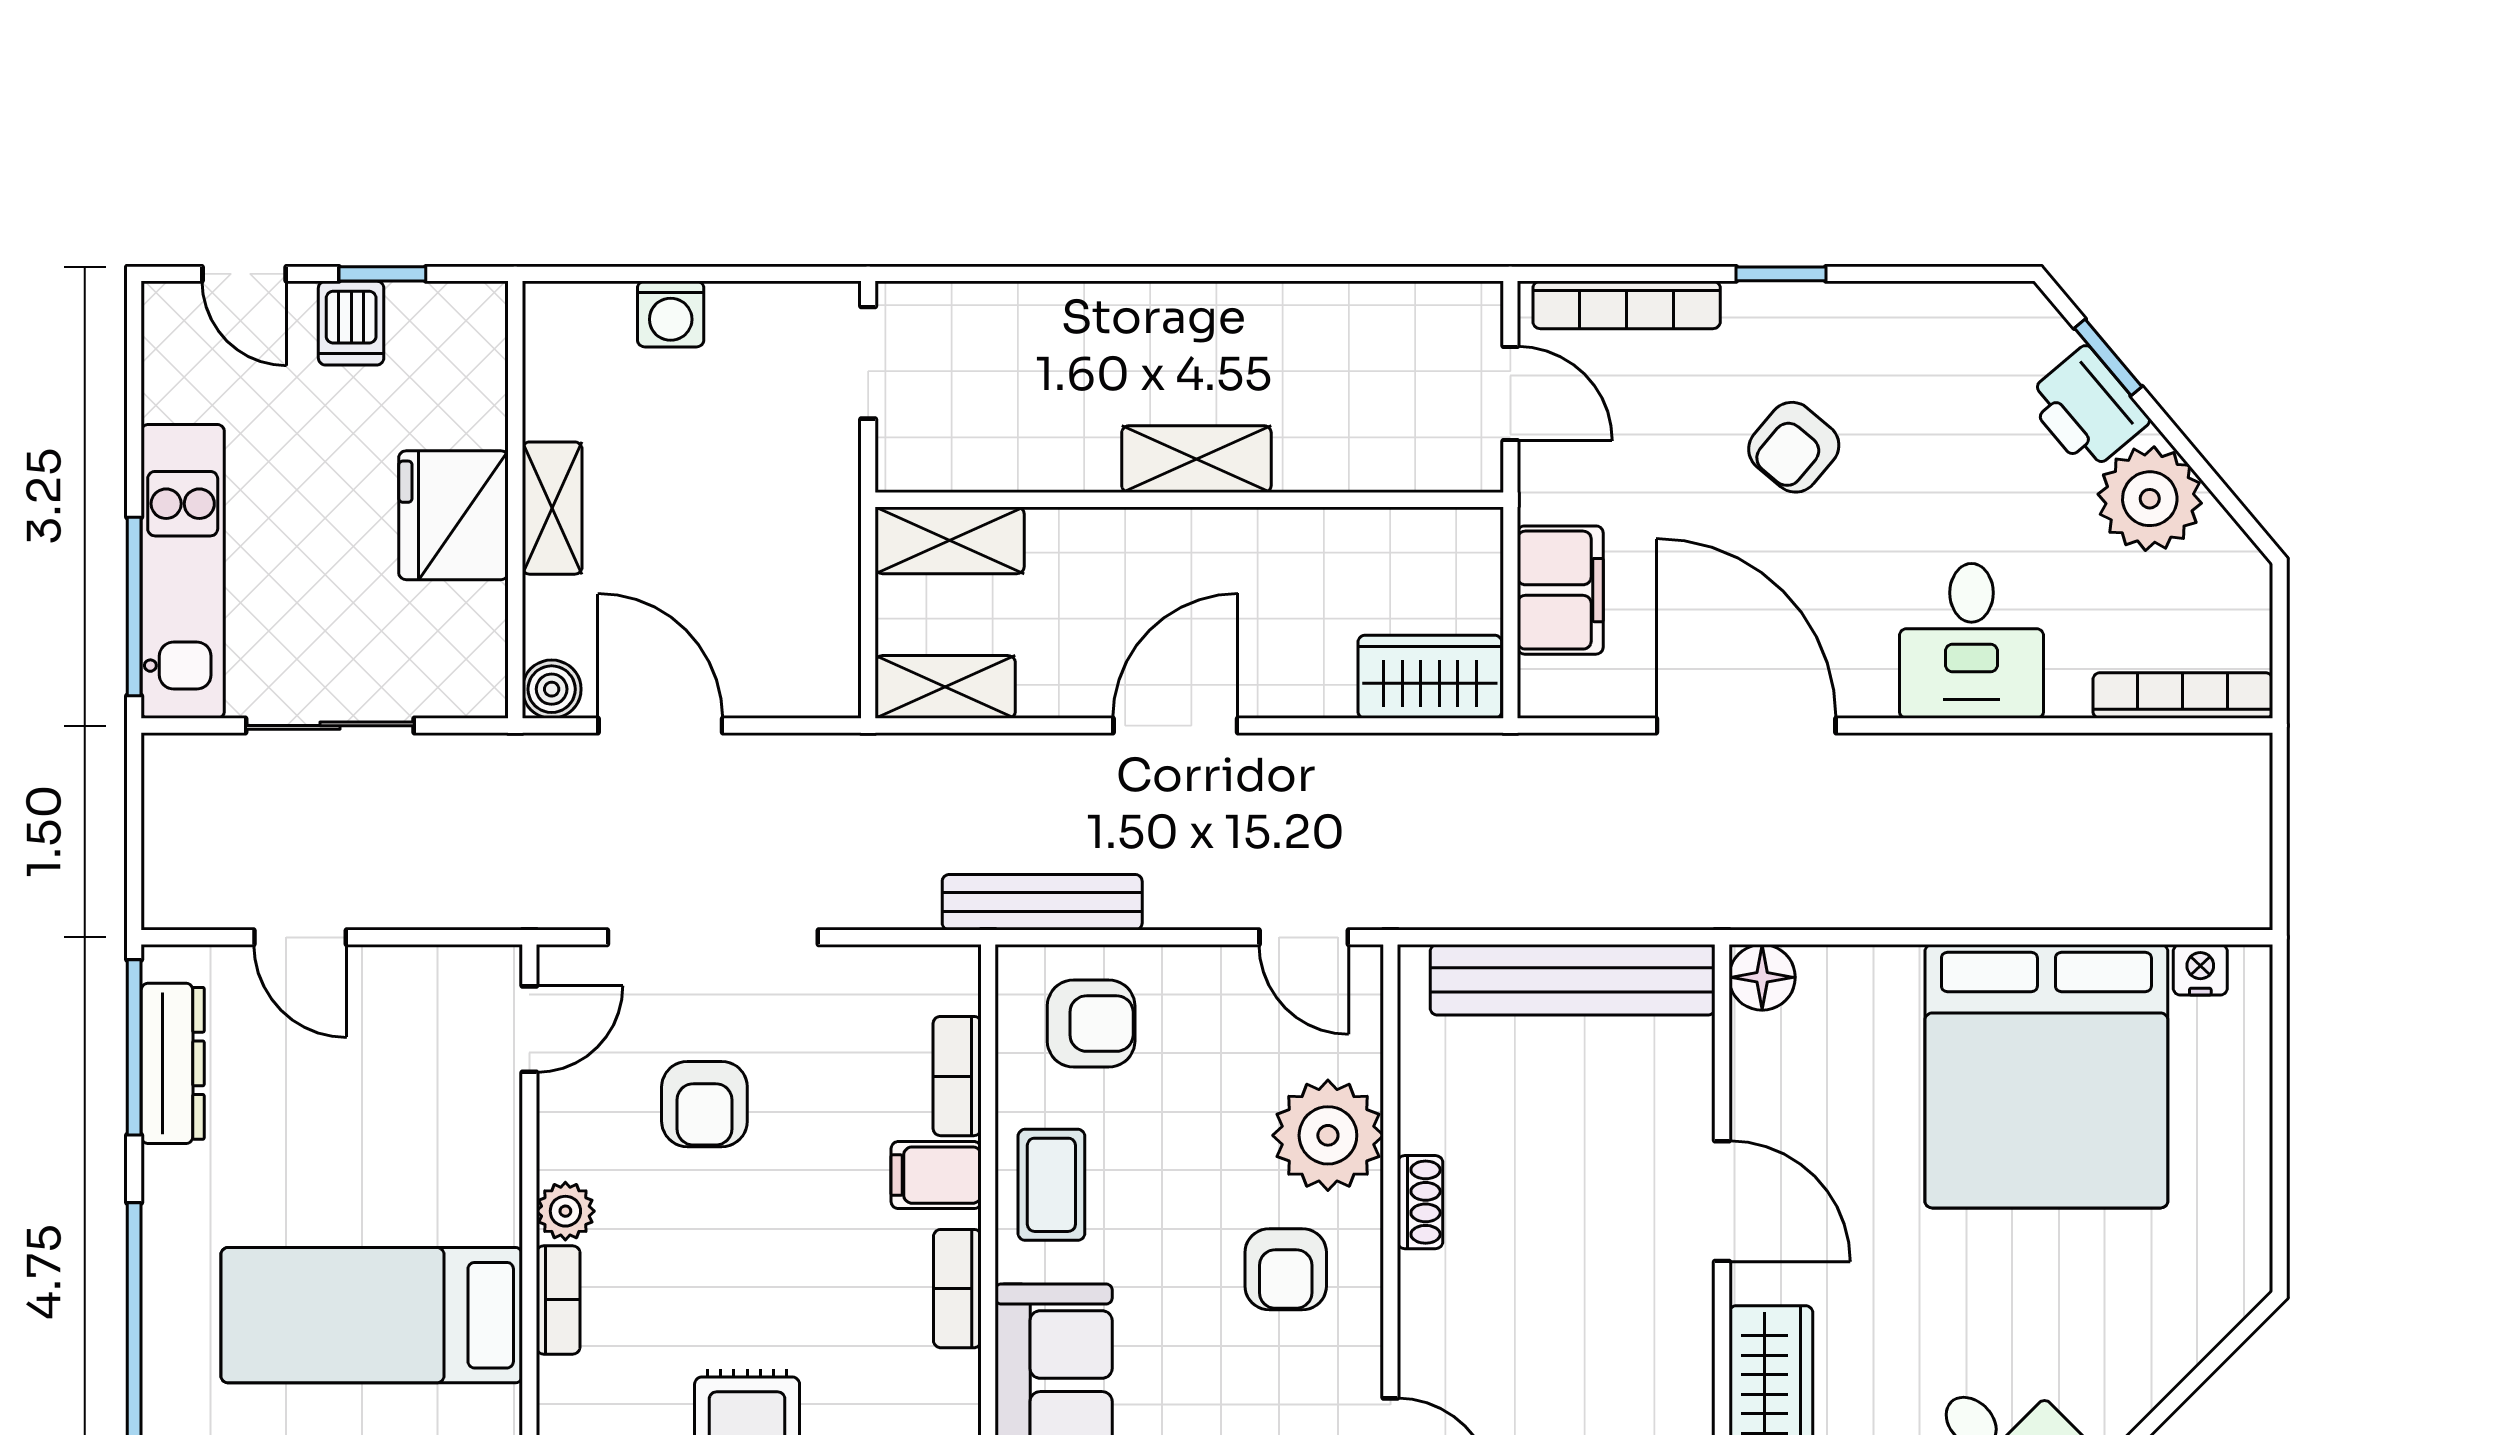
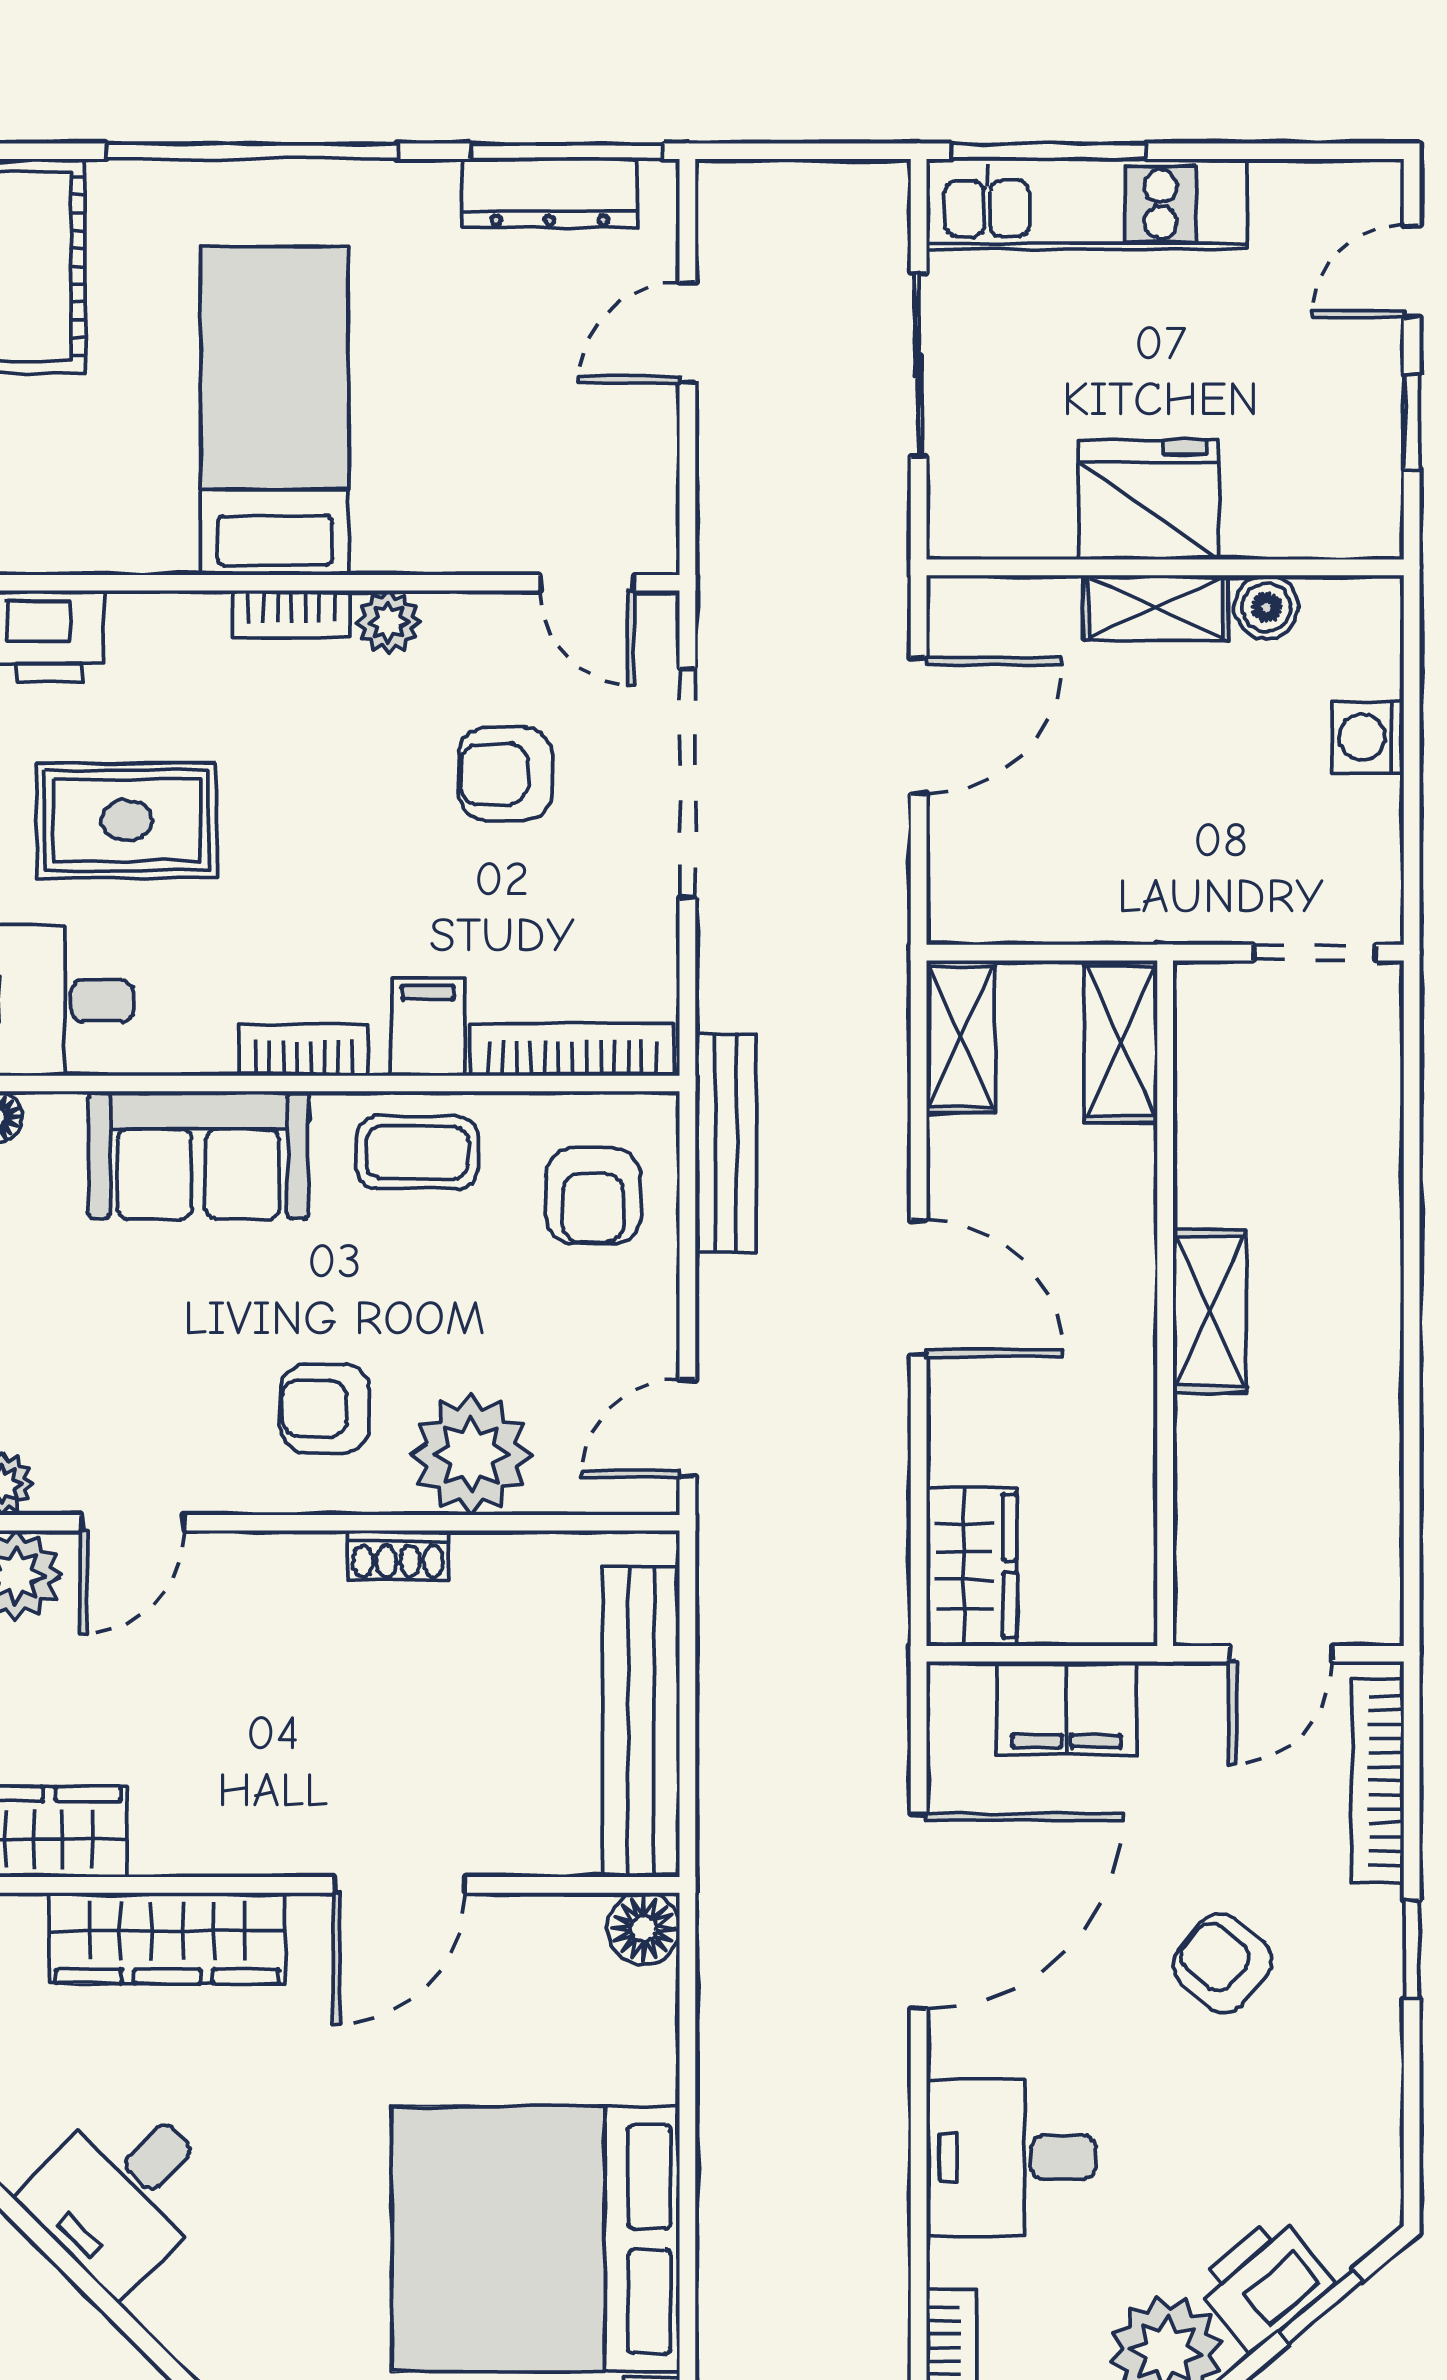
dishwasher: (351, 323) -> (1358, 388), removed
boiler: (552, 689) -> (1266, 607), moved
bookcase: (957, 1076) -> (573, 1050), width x1.56

